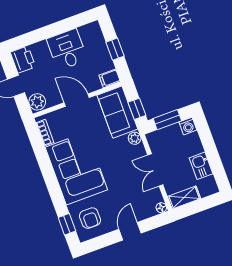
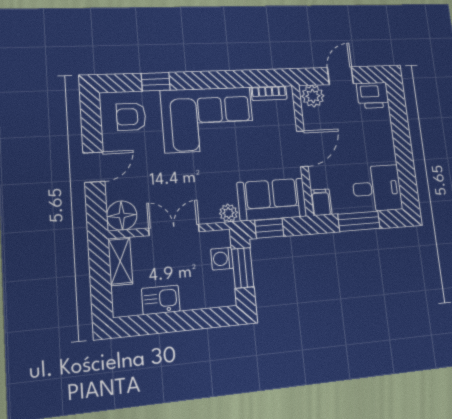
desk: (67, 49) -> (377, 188), moved
window: (115, 49) -> (359, 221), width x1.50
washing machine: (188, 126) -> (222, 259), moved
floor lamp: (161, 208) -> (122, 216), width x1.89, depth x1.89
window: (67, 224) -> (156, 82), moved
door: (130, 231) -> (94, 167), hinge flipped

